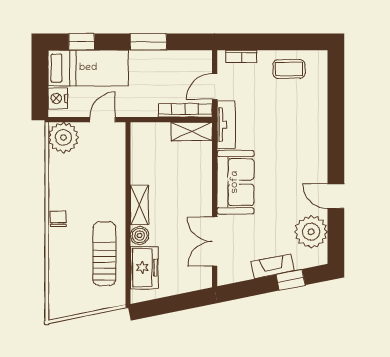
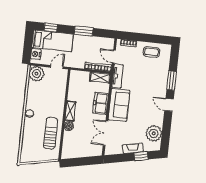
door: (215, 86) -> (114, 57), hinge flipped
window: (336, 122) -> (172, 81), added
door: (336, 196) -> (169, 105), moved
freezer: (144, 268) -> (101, 103), moved, turned 180

